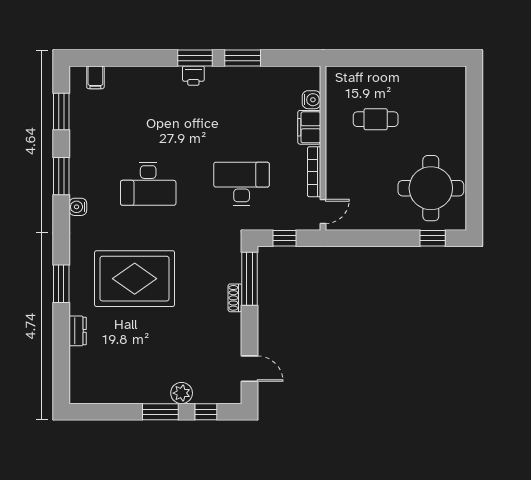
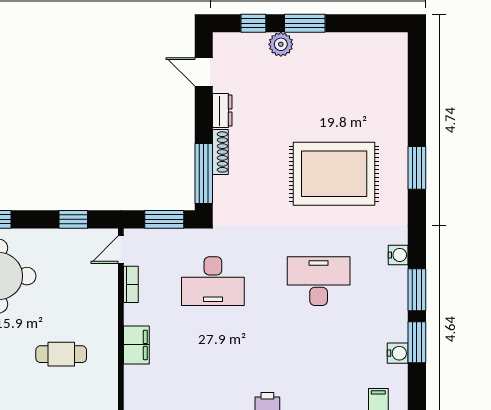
water cooler: (311, 100) -> (398, 353), moved, turned 180
window: (61, 111) -> (417, 342), moved
bookcase: (314, 172) -> (131, 284), width x0.64
window: (284, 238) -> (164, 219), width x1.50
window: (365, 238) -> (73, 219), added
shoe rack: (235, 298) -> (220, 152), width x1.43
dresser: (78, 331) -> (222, 111), moved, turned 180

